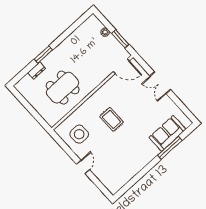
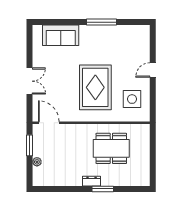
dresser: (37, 71) -> (92, 181), moved
rug: (111, 119) -> (95, 87), width x1.86, depth x2.06
window: (170, 148) -> (101, 22), moved

